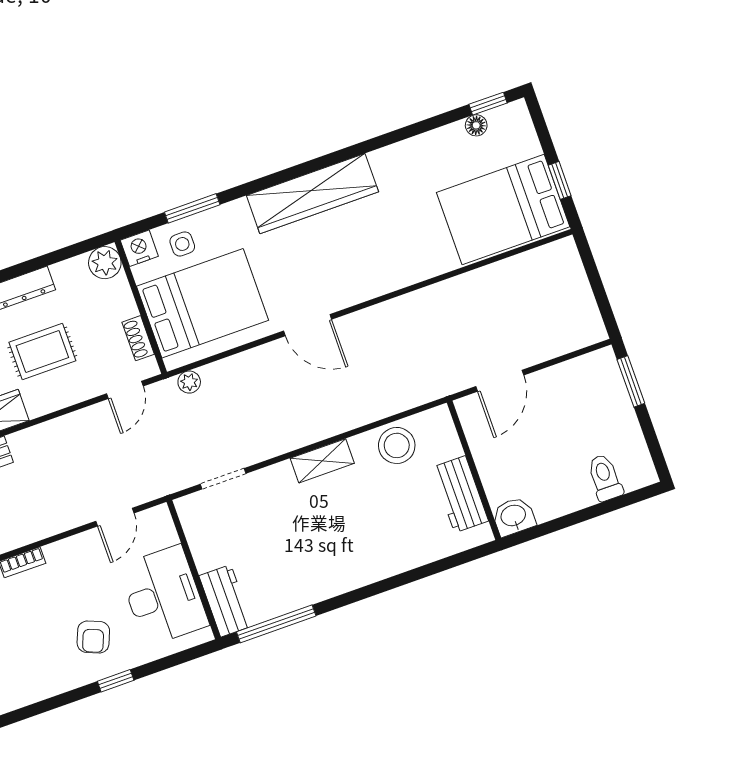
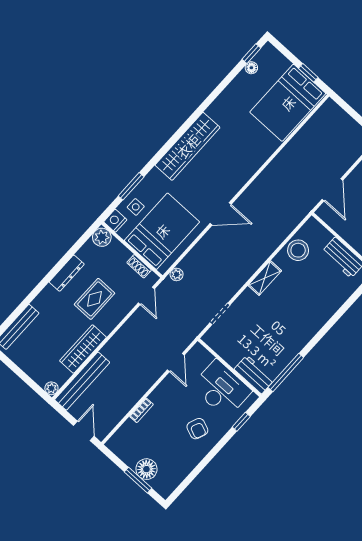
window: (116, 681) -> (241, 422), moved

